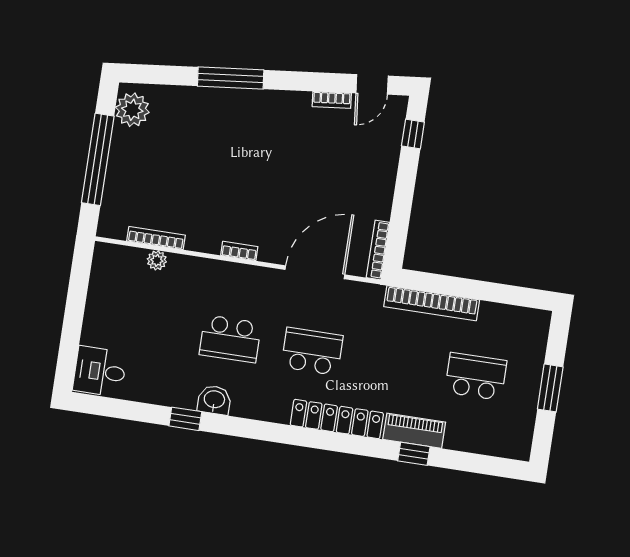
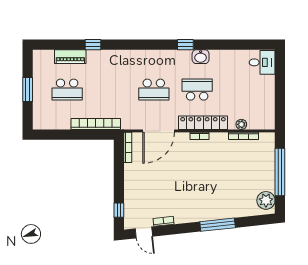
door: (372, 84) -> (144, 233), swing flipped
window: (185, 419) -> (185, 45), moved
locker: (337, 419) -> (203, 123), moved, turned 180
piano: (414, 431) -> (70, 57), moved

